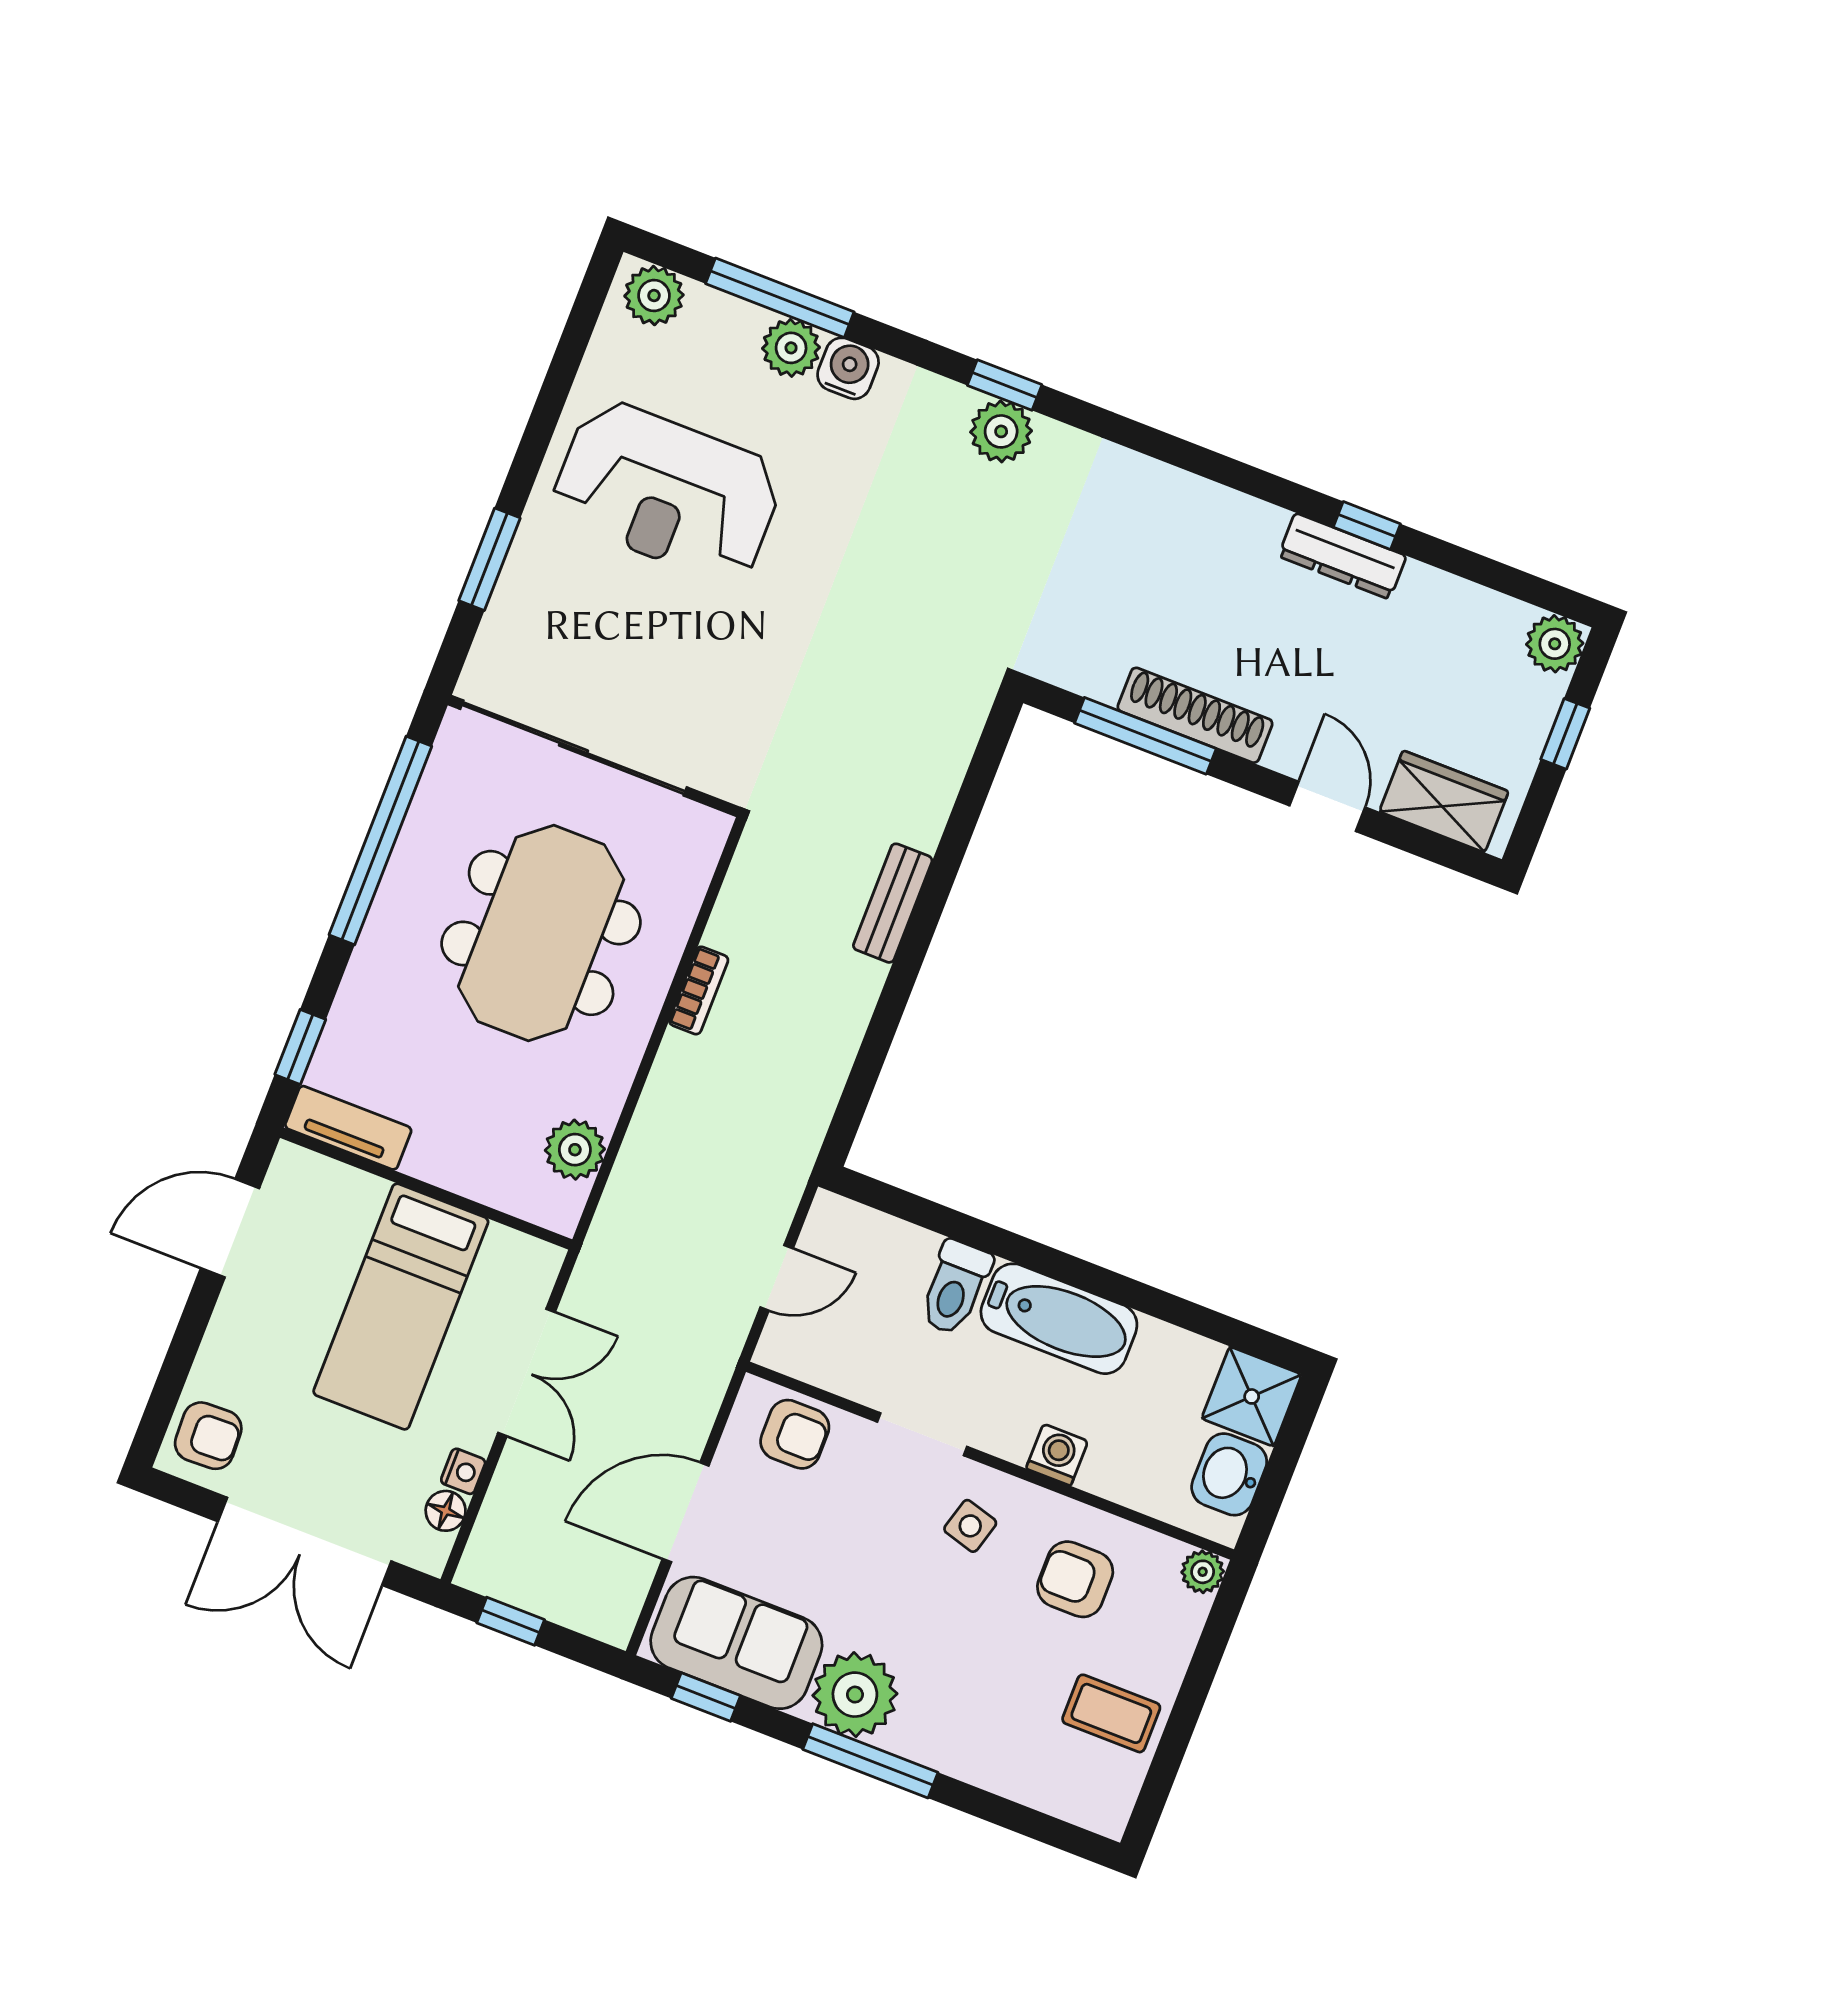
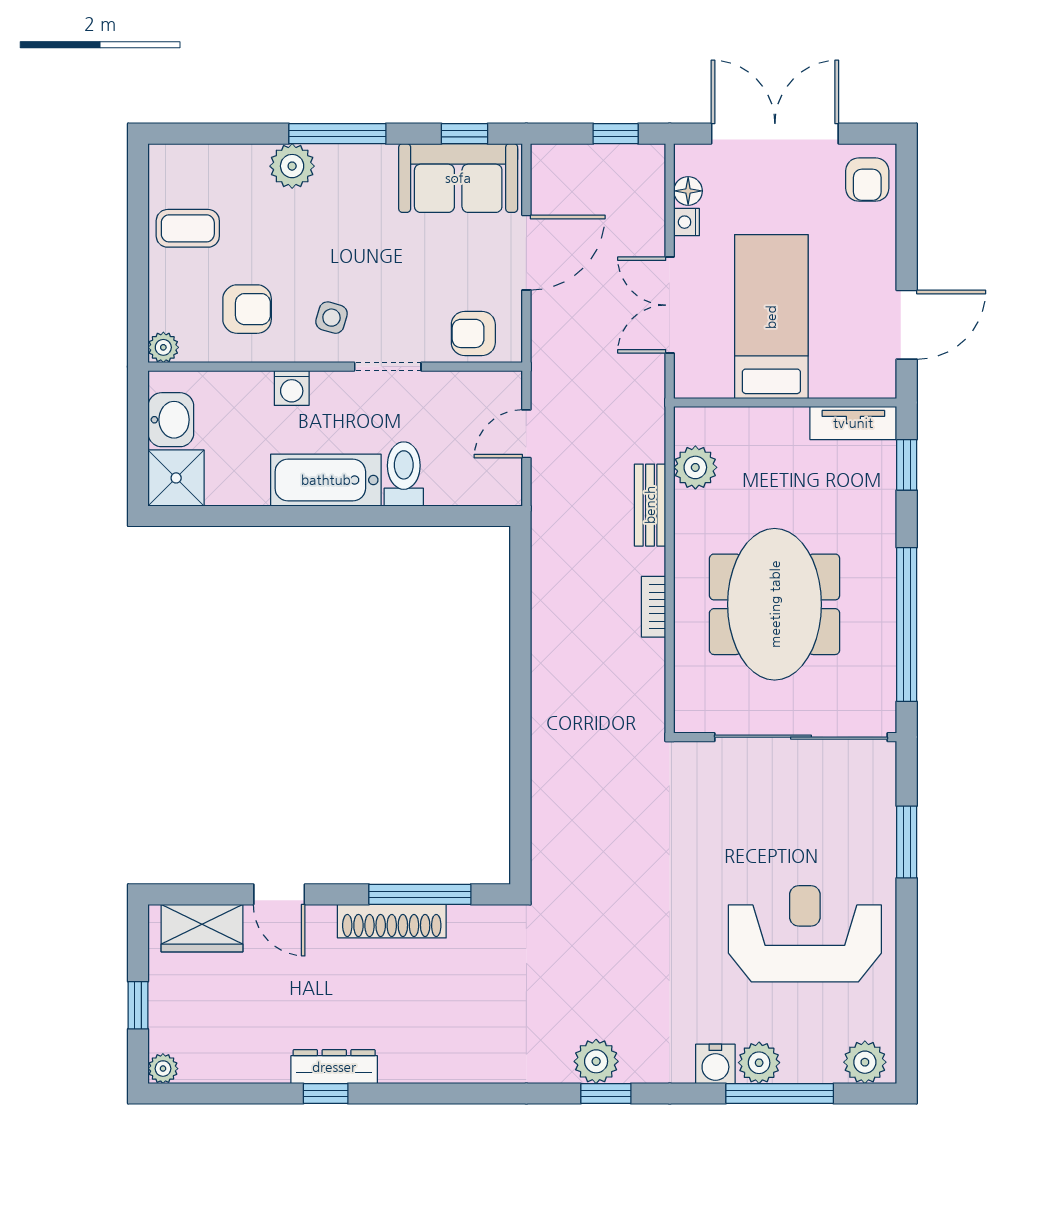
plant: (1555, 644) -> (163, 1069), width x0.73, depth x0.73
bench: (893, 903) -> (650, 505), moved
armchair: (208, 1436) -> (867, 180), turned -88
plant: (855, 1695) -> (292, 166), moved, width x0.73, depth x0.73

